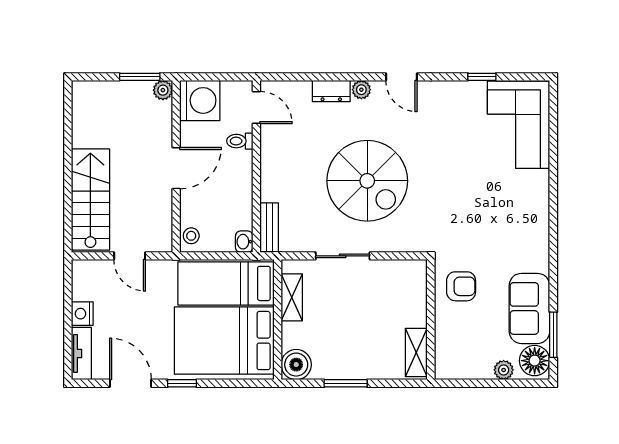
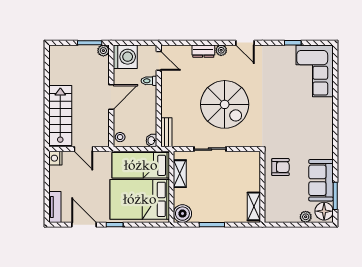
nightstand: (82, 314) -> (55, 158), moved

